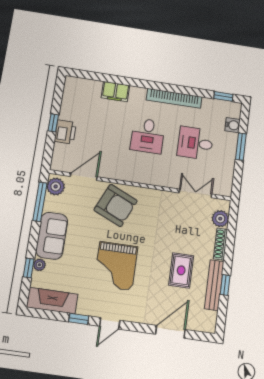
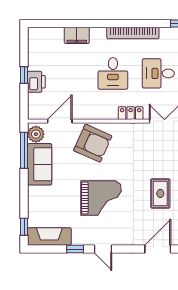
locker: (161, 180) -> (131, 113), added
sofa: (52, 236) -> (40, 164), moved
plant: (39, 265) -> (33, 207), removed
grand piano: (116, 266) -> (101, 198), turned -90
window: (29, 268) -> (24, 227), moved
door: (110, 323) -> (103, 249), hinge flipped

